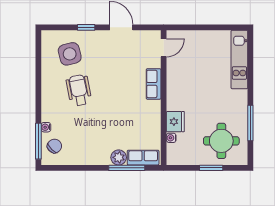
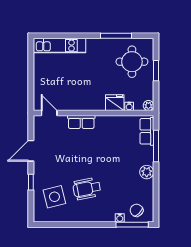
plant: (119, 157) -> (147, 172), moved
plant: (172, 159) -> (148, 105), added

